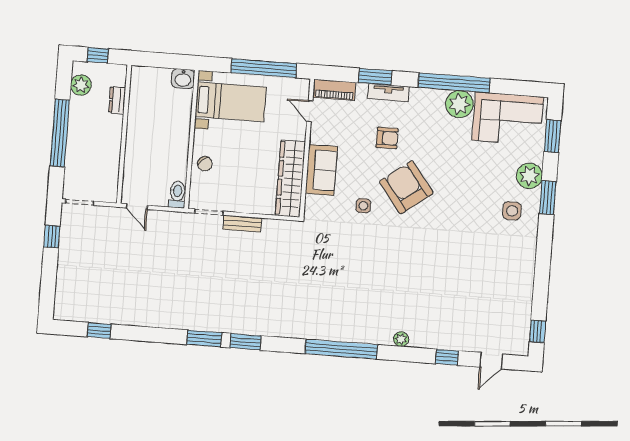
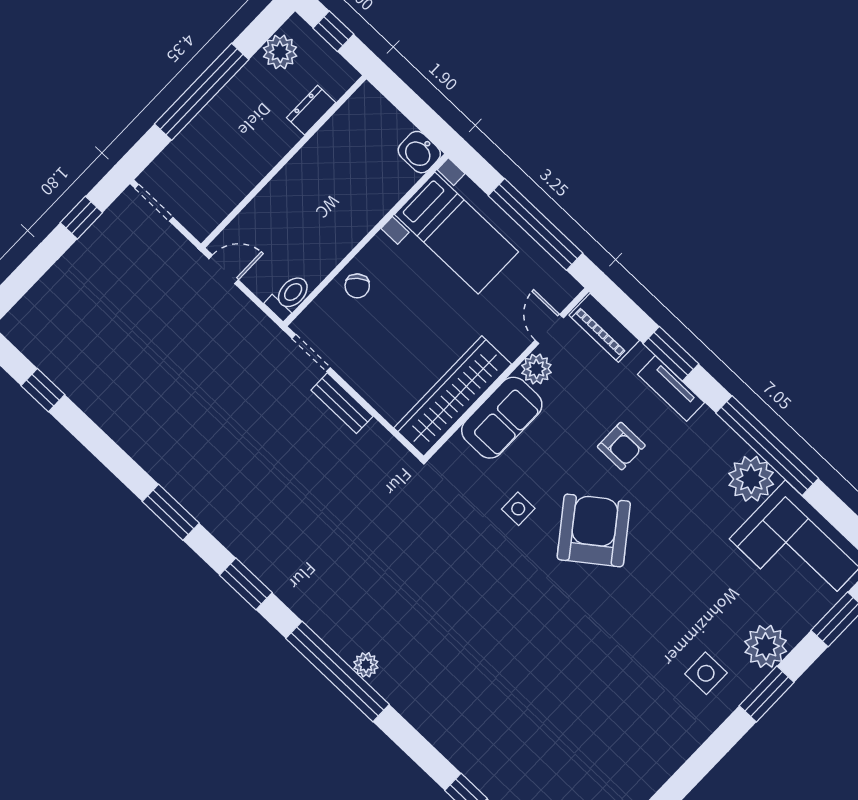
plant: (319, 134) -> (536, 369), added
door: (137, 207) -> (224, 269), swing flipped
plant: (401, 339) -> (366, 665), moved
window: (245, 342) -> (246, 584), moved

